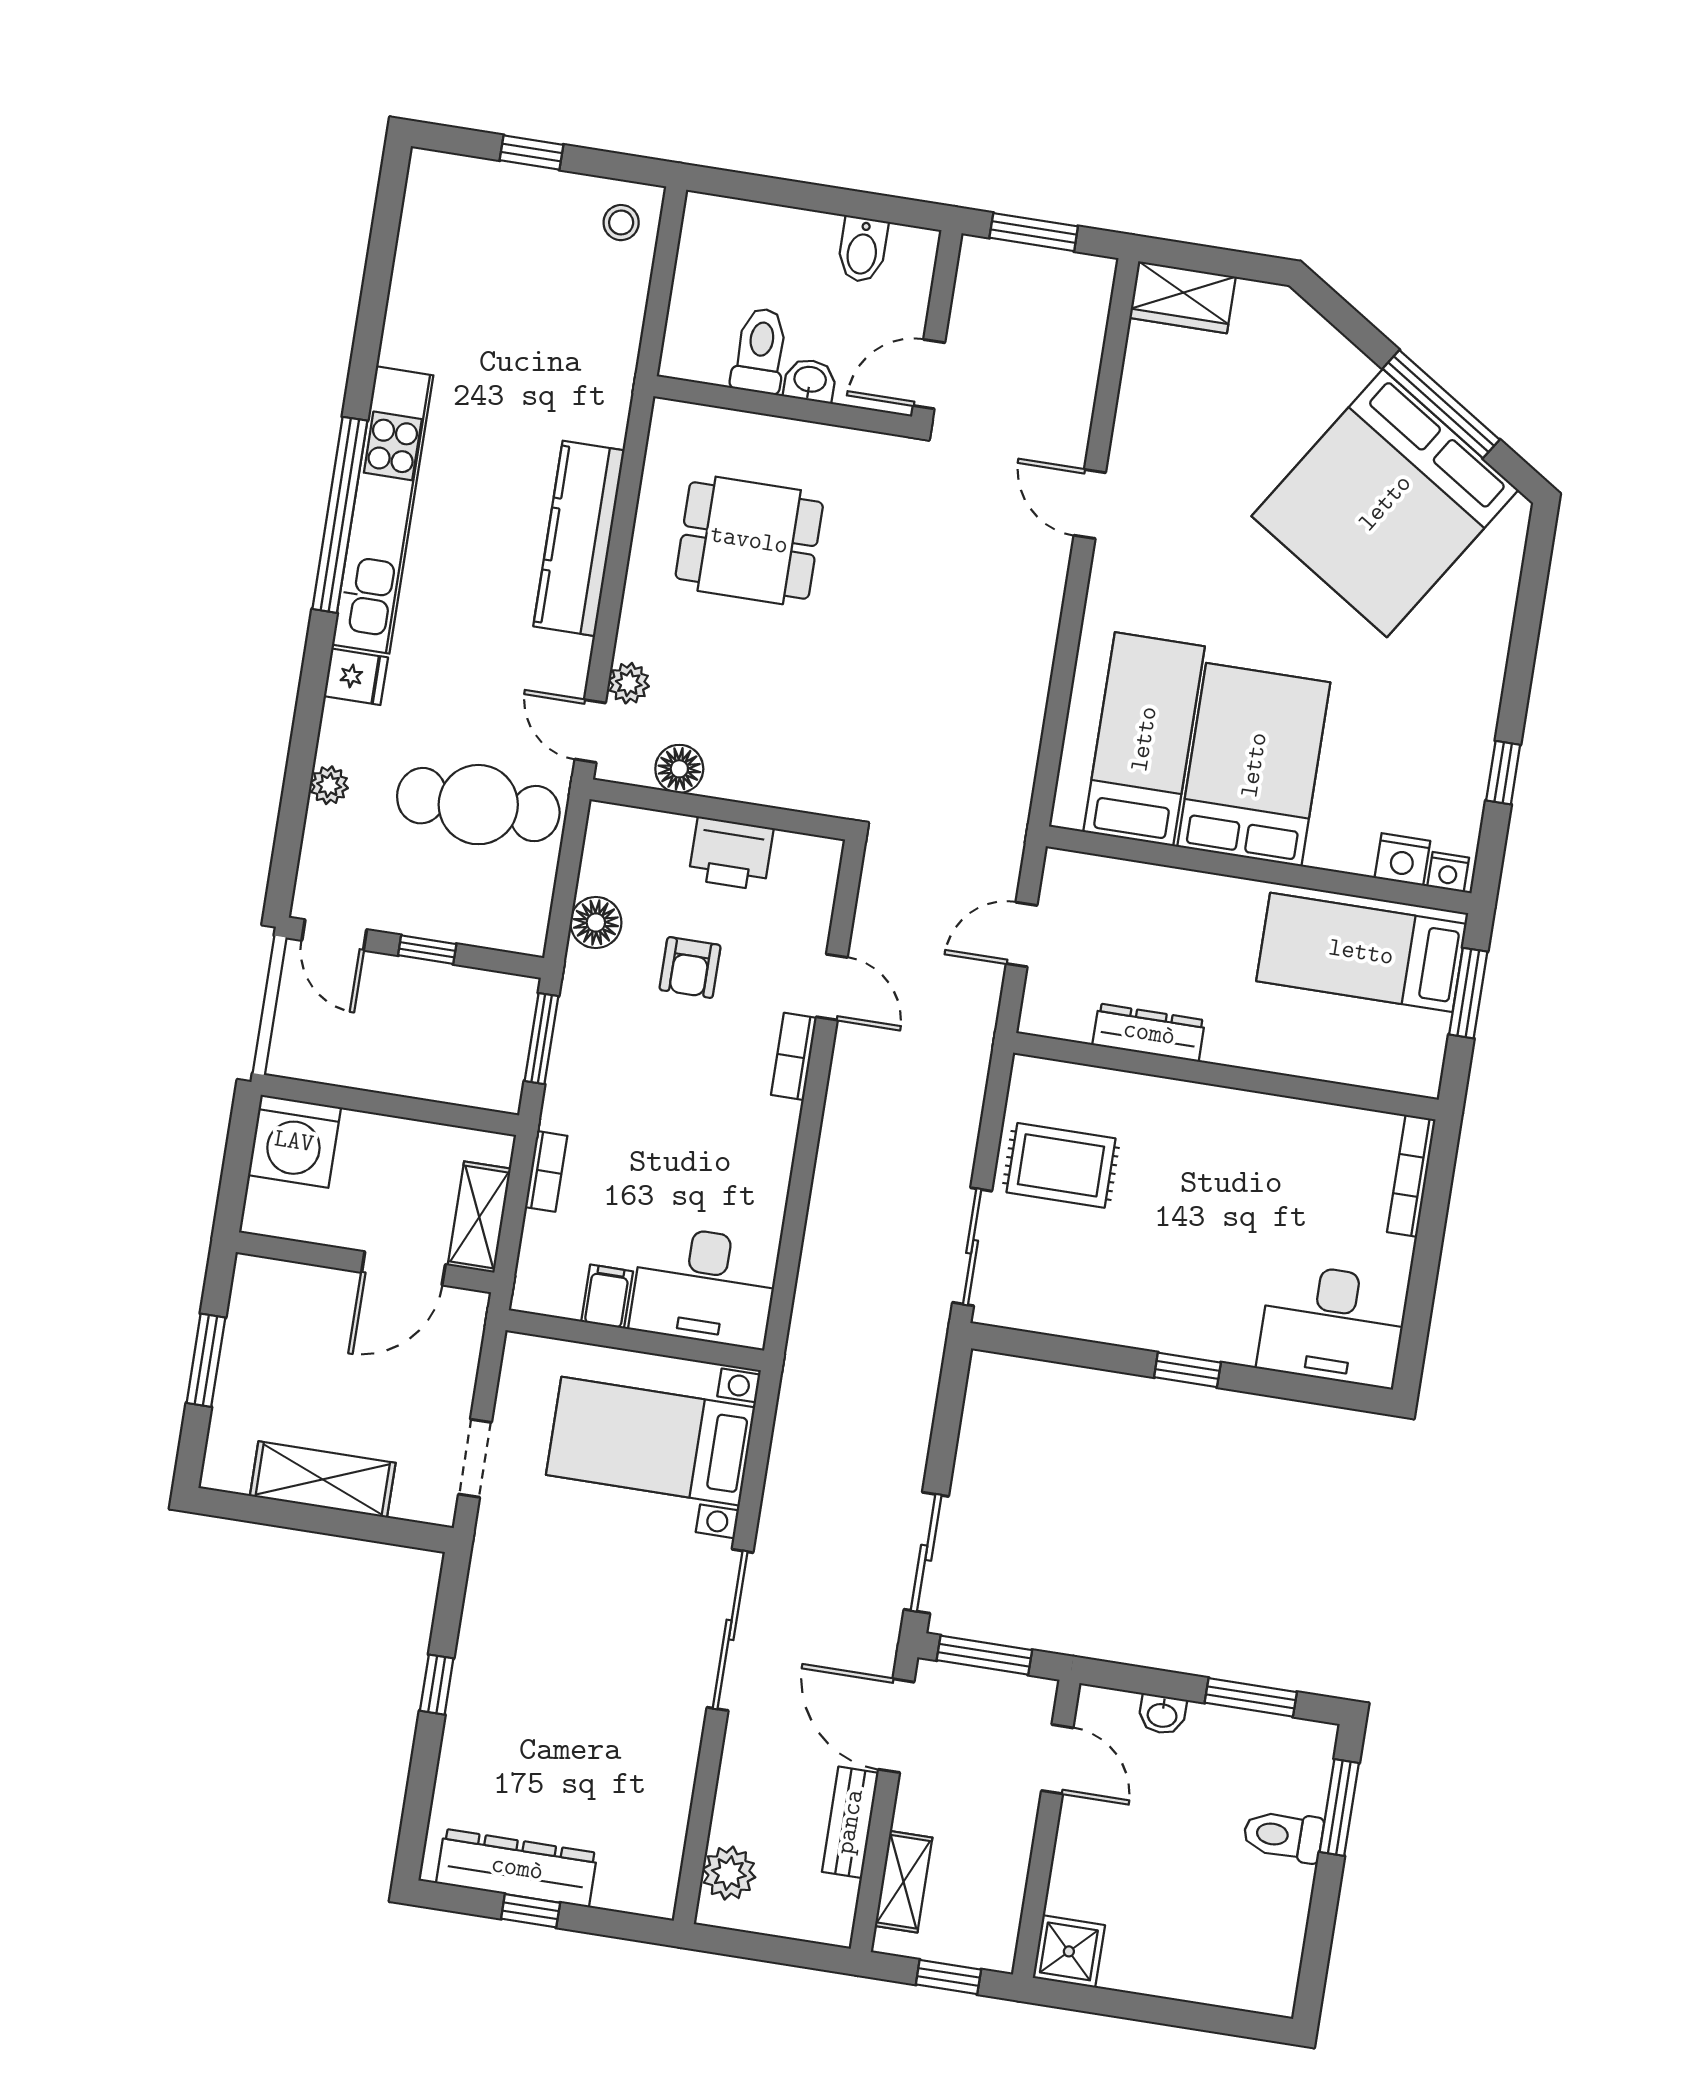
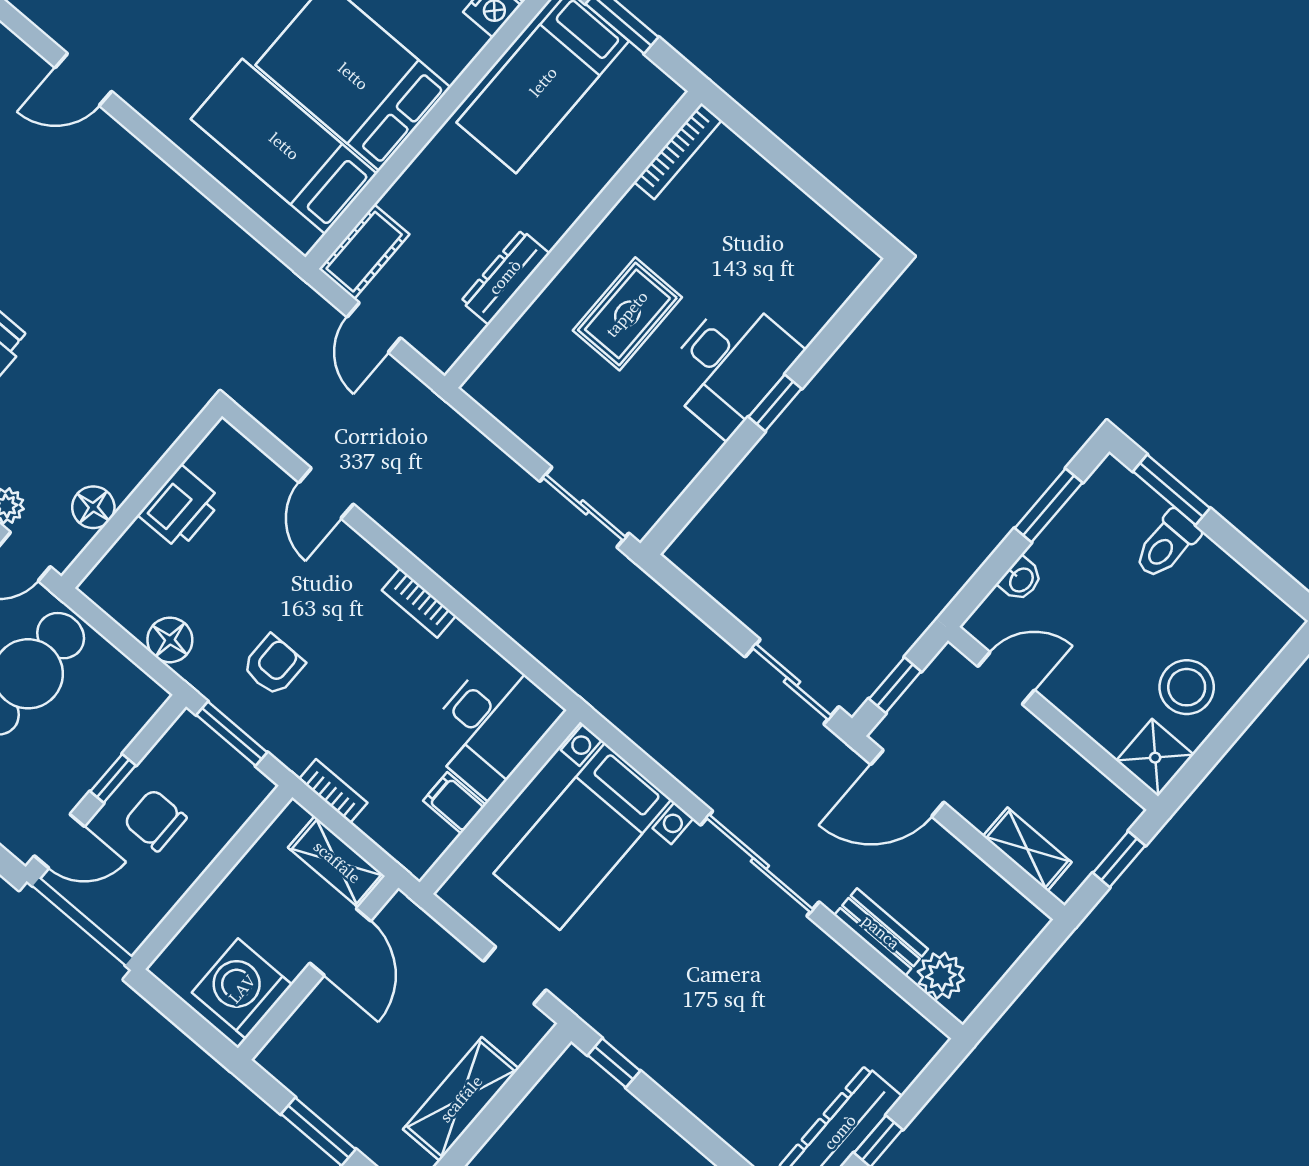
cot: (1090, 880) -> (364, 252), added
armchair: (690, 968) -> (273, 665), moved, turned -90
door: (832, 987) -> (326, 493), swing flipped
chair: (412, 1016) -> (155, 820), added
bookcase: (794, 1056) -> (419, 603), moved
washing machine: (294, 1141) -> (242, 989), moved, turned 180
rug: (1061, 1165) -> (627, 314), moved
bookcase: (1411, 1176) -> (678, 151), moved, turned -90
desk: (1333, 1325) -> (730, 365), moved
window: (984, 1655) -> (895, 685), width x0.67
window: (437, 1685) -> (614, 1063), moved
bench: (850, 1822) -> (881, 932), moved
stool: (1156, 1940) -> (1187, 687), added

